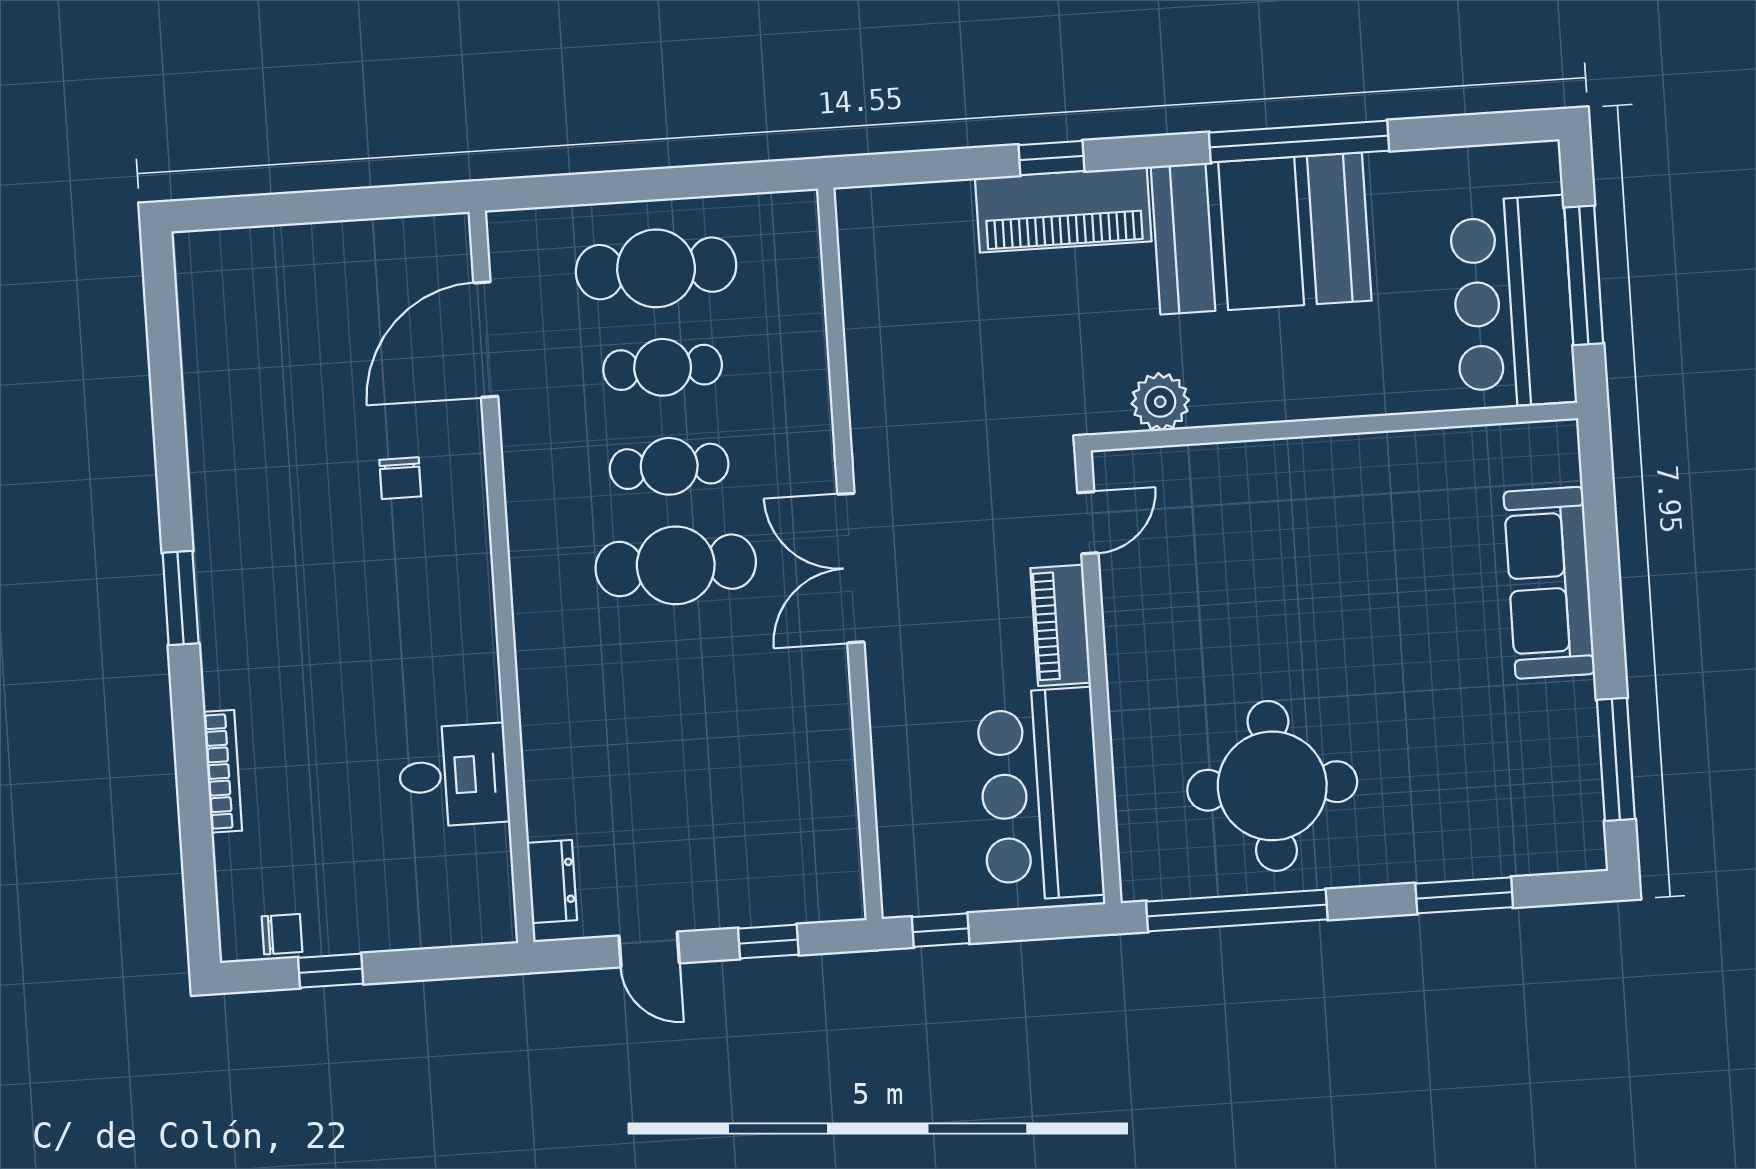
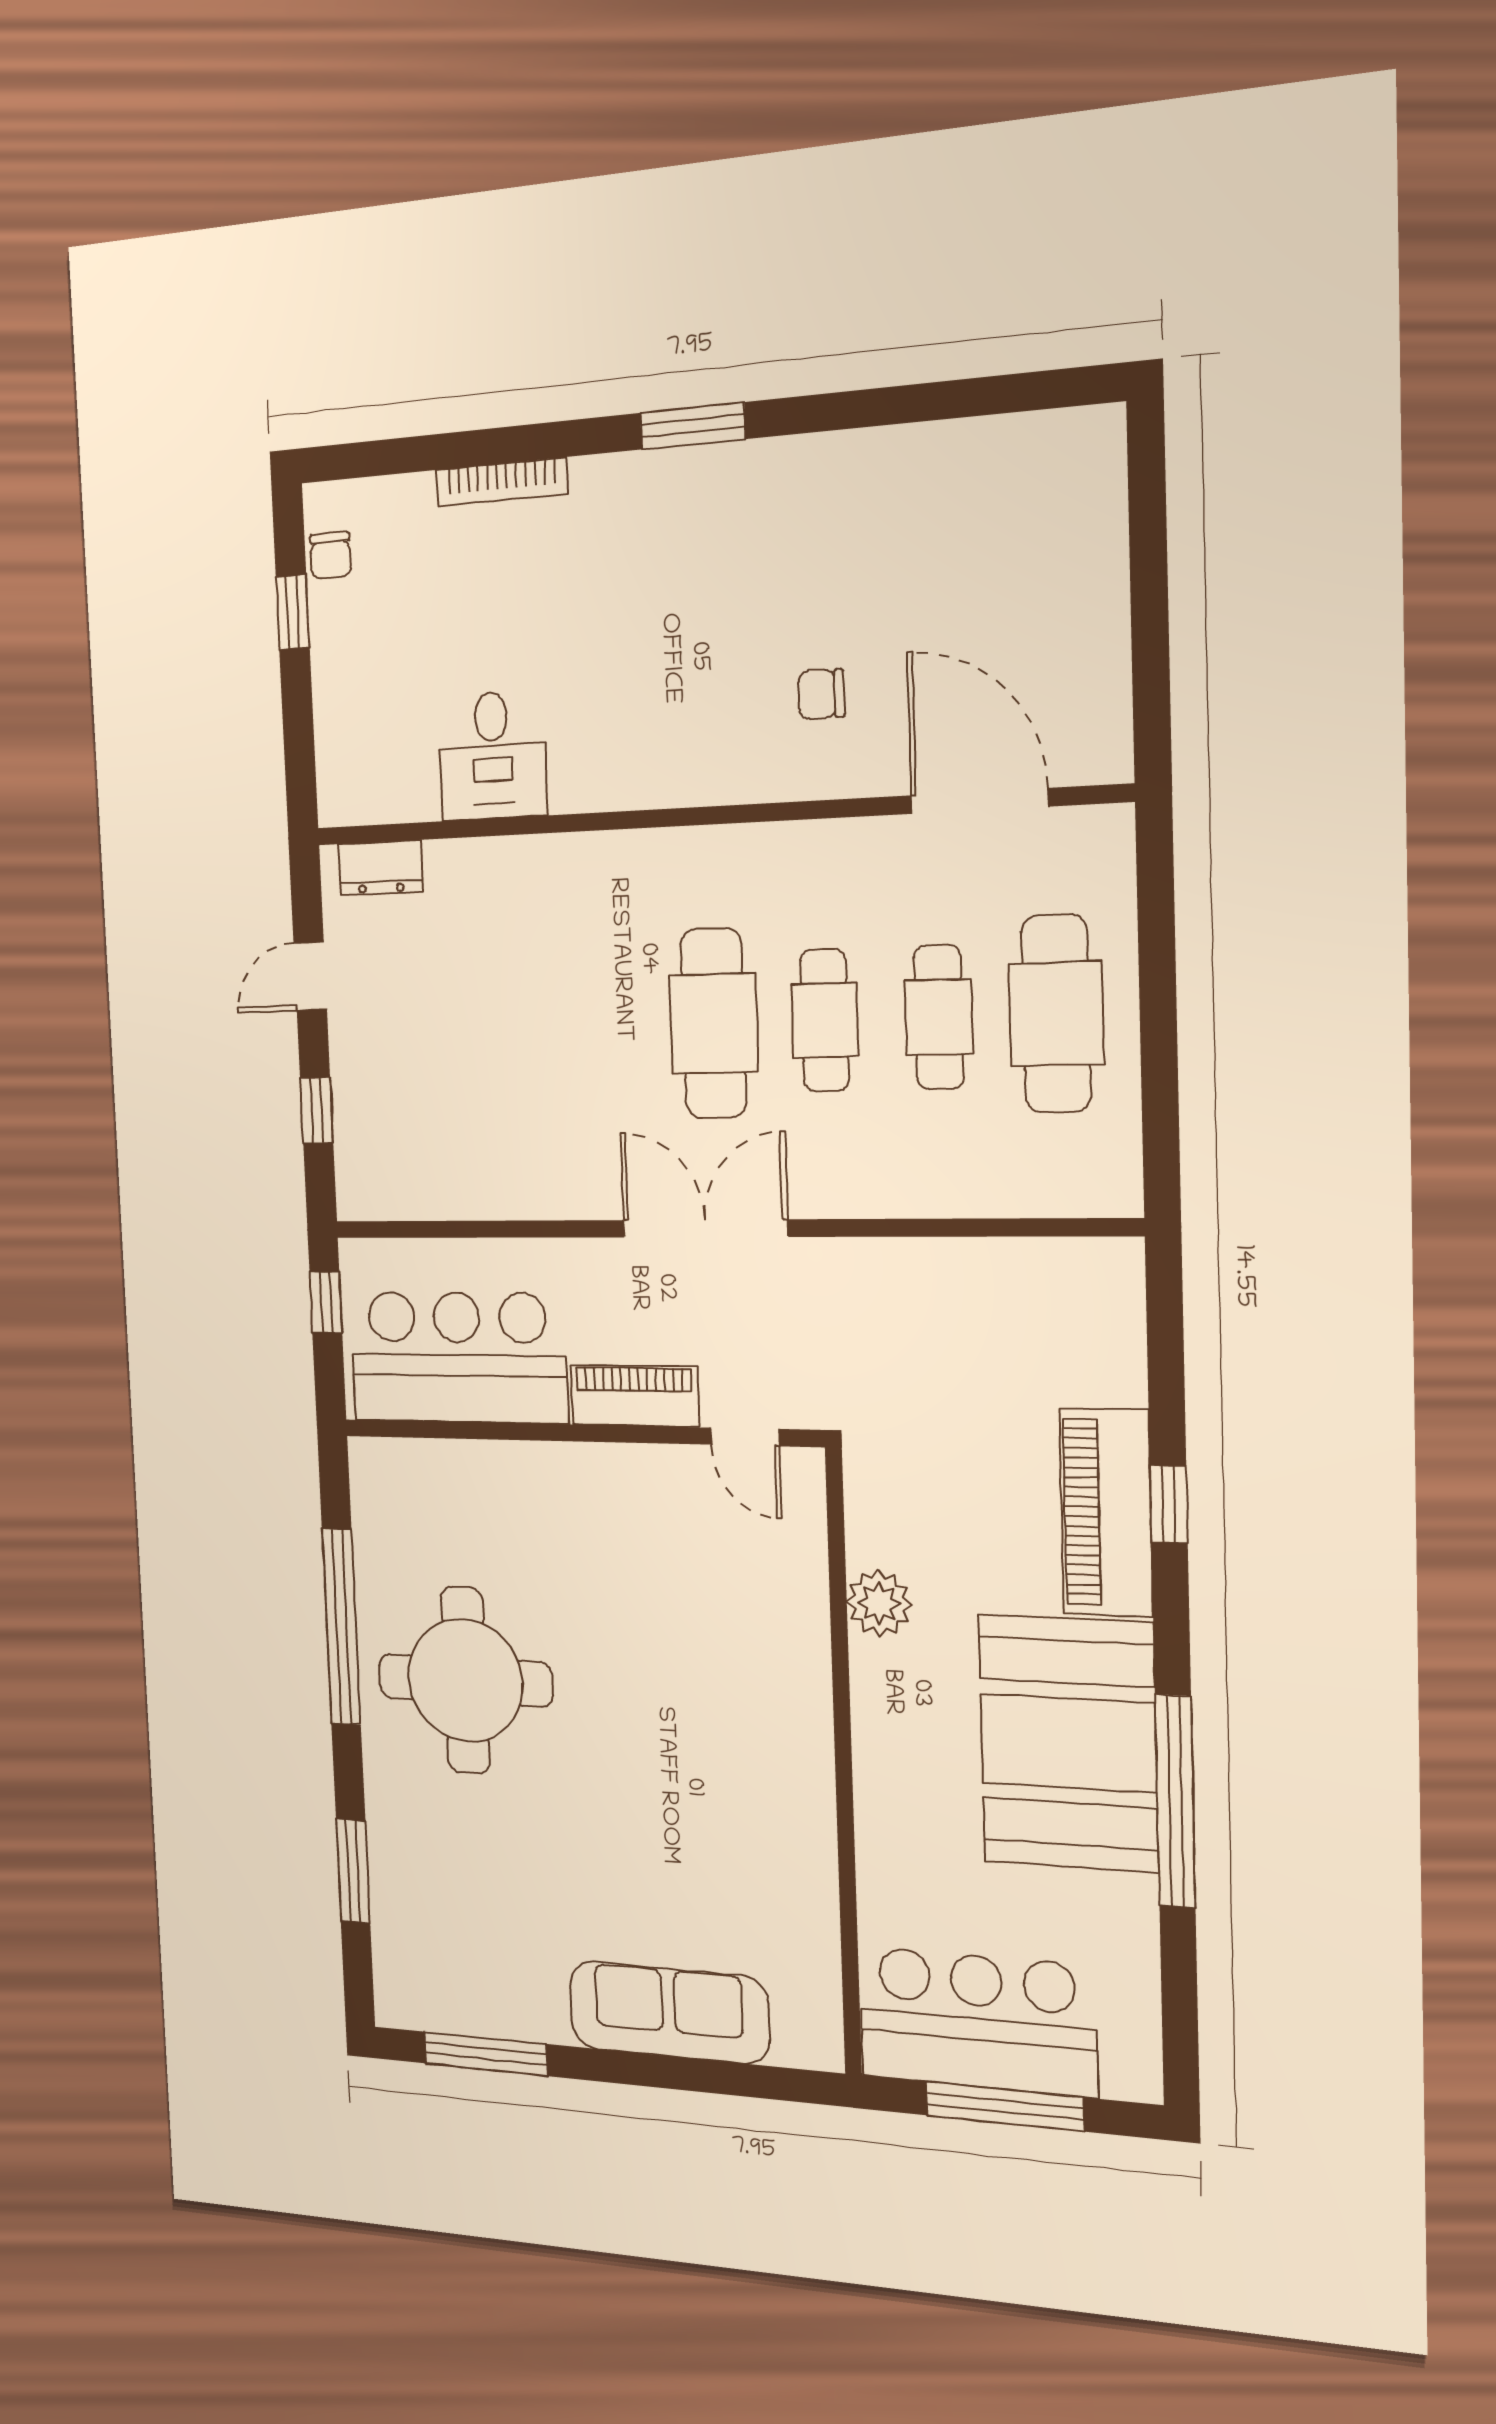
door: (1088, 523) -> (745, 1437), moved
piano: (1061, 625) -> (635, 1396), moved
wall: (1098, 677) -> (579, 1433), moved
bar counter: (1040, 794) -> (458, 1357), moved

